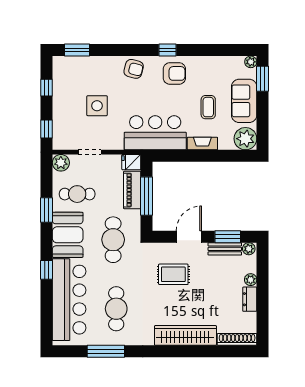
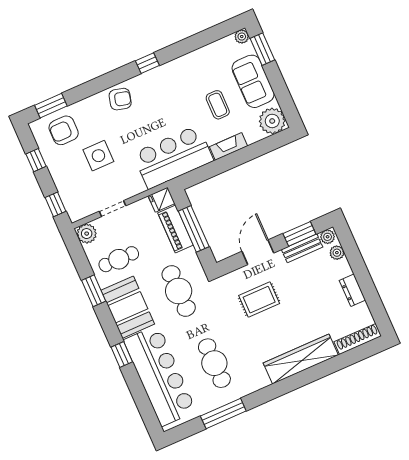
armchair: (174, 73) -> (64, 130), moved, turned 180
plant: (251, 280) -> (337, 253), moved

